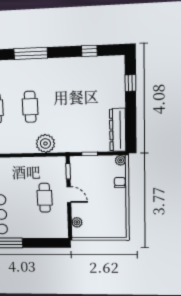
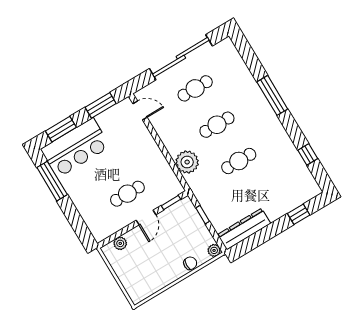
cafe table: (65, 106) -> (239, 161), added

